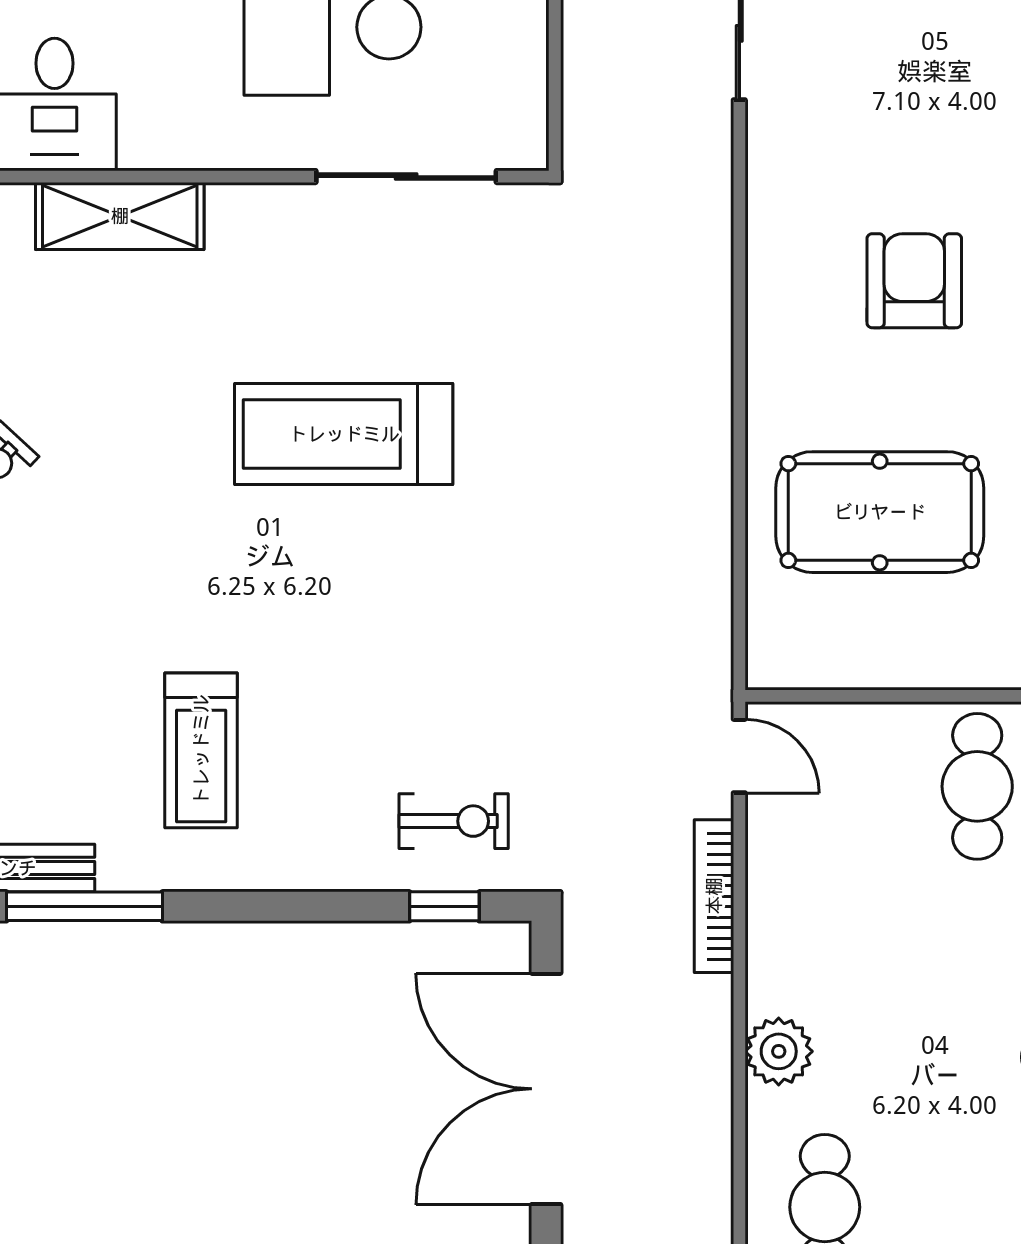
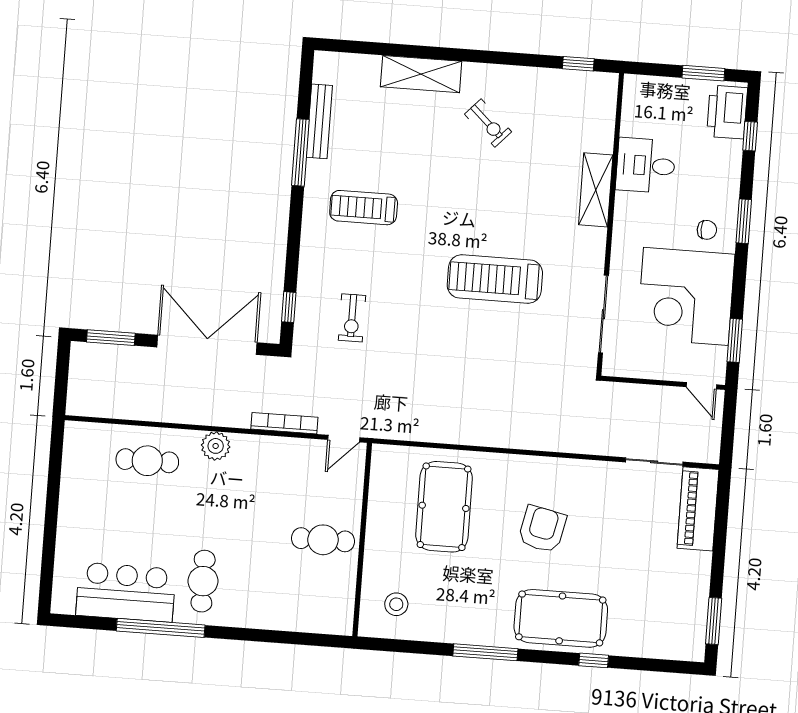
armchair: (914, 281) -> (542, 529), turned -78
treadmill: (344, 434) -> (495, 279), turned -90
exercise bike: (454, 821) -> (352, 318), moved

